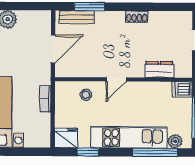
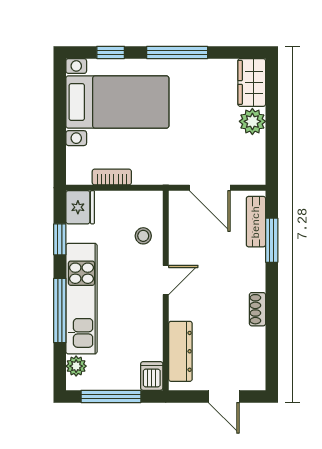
dresser: (159, 70) -> (180, 351), width x1.44
door: (116, 79) -> (166, 280), swing flipped
bookcase: (45, 99) -> (112, 177), moved
window: (155, 152) -> (60, 310), moved

